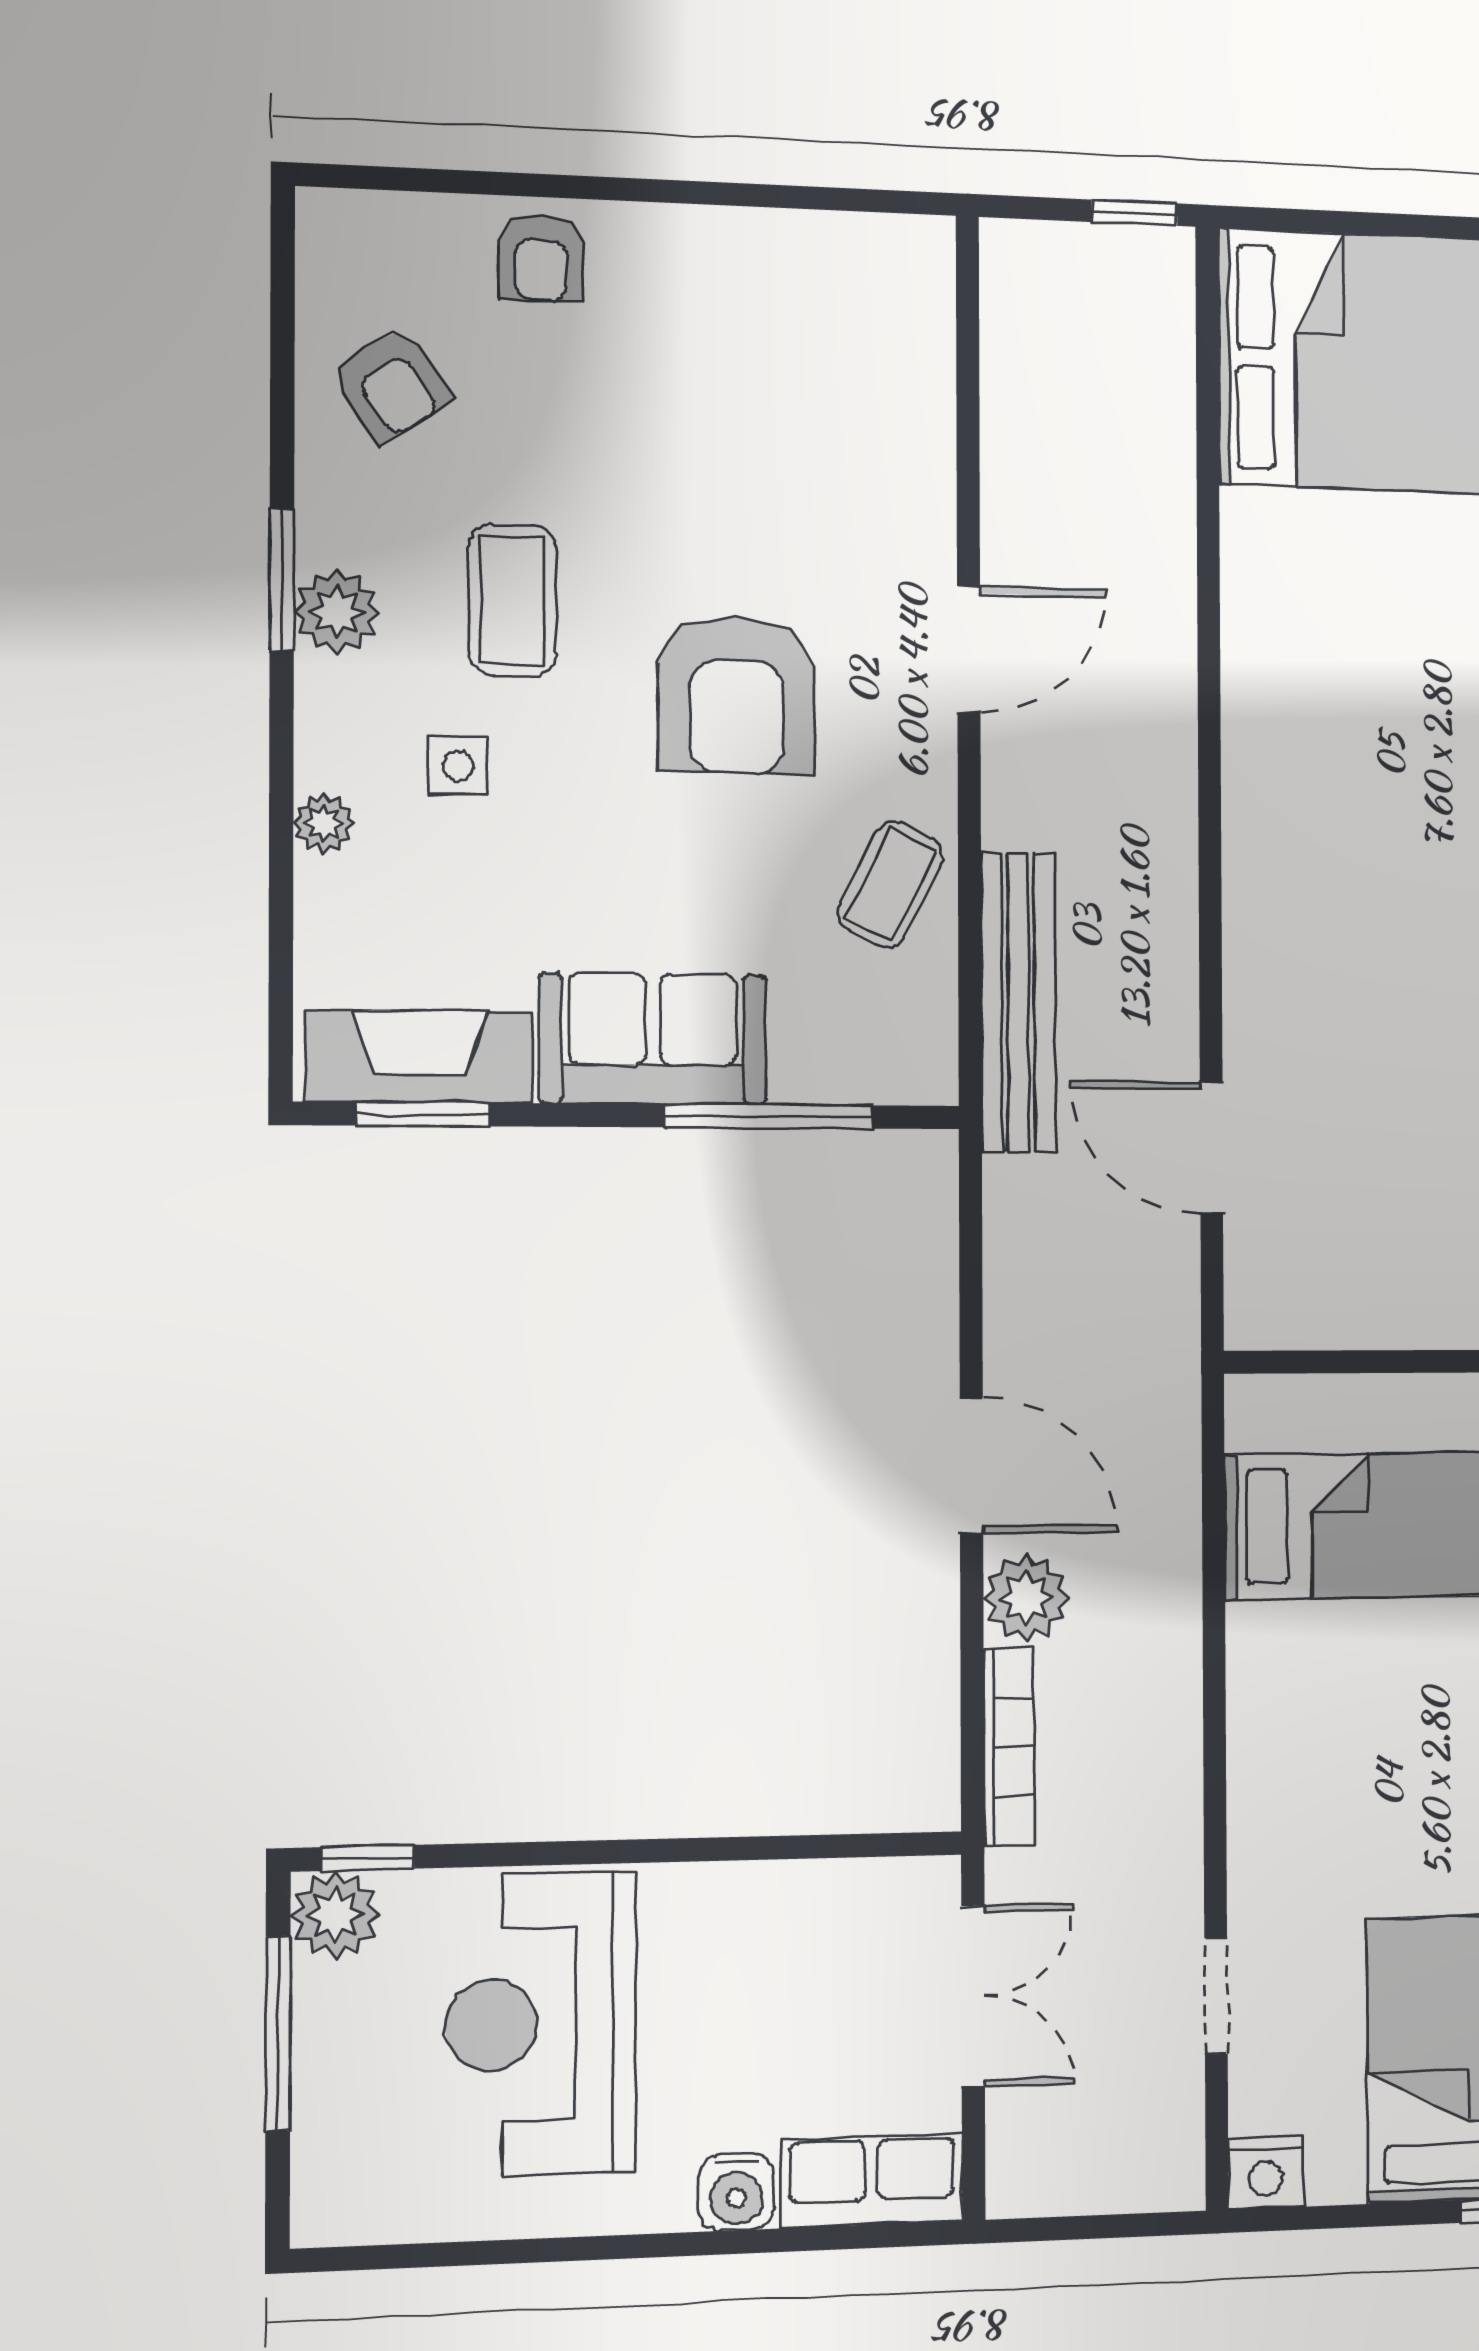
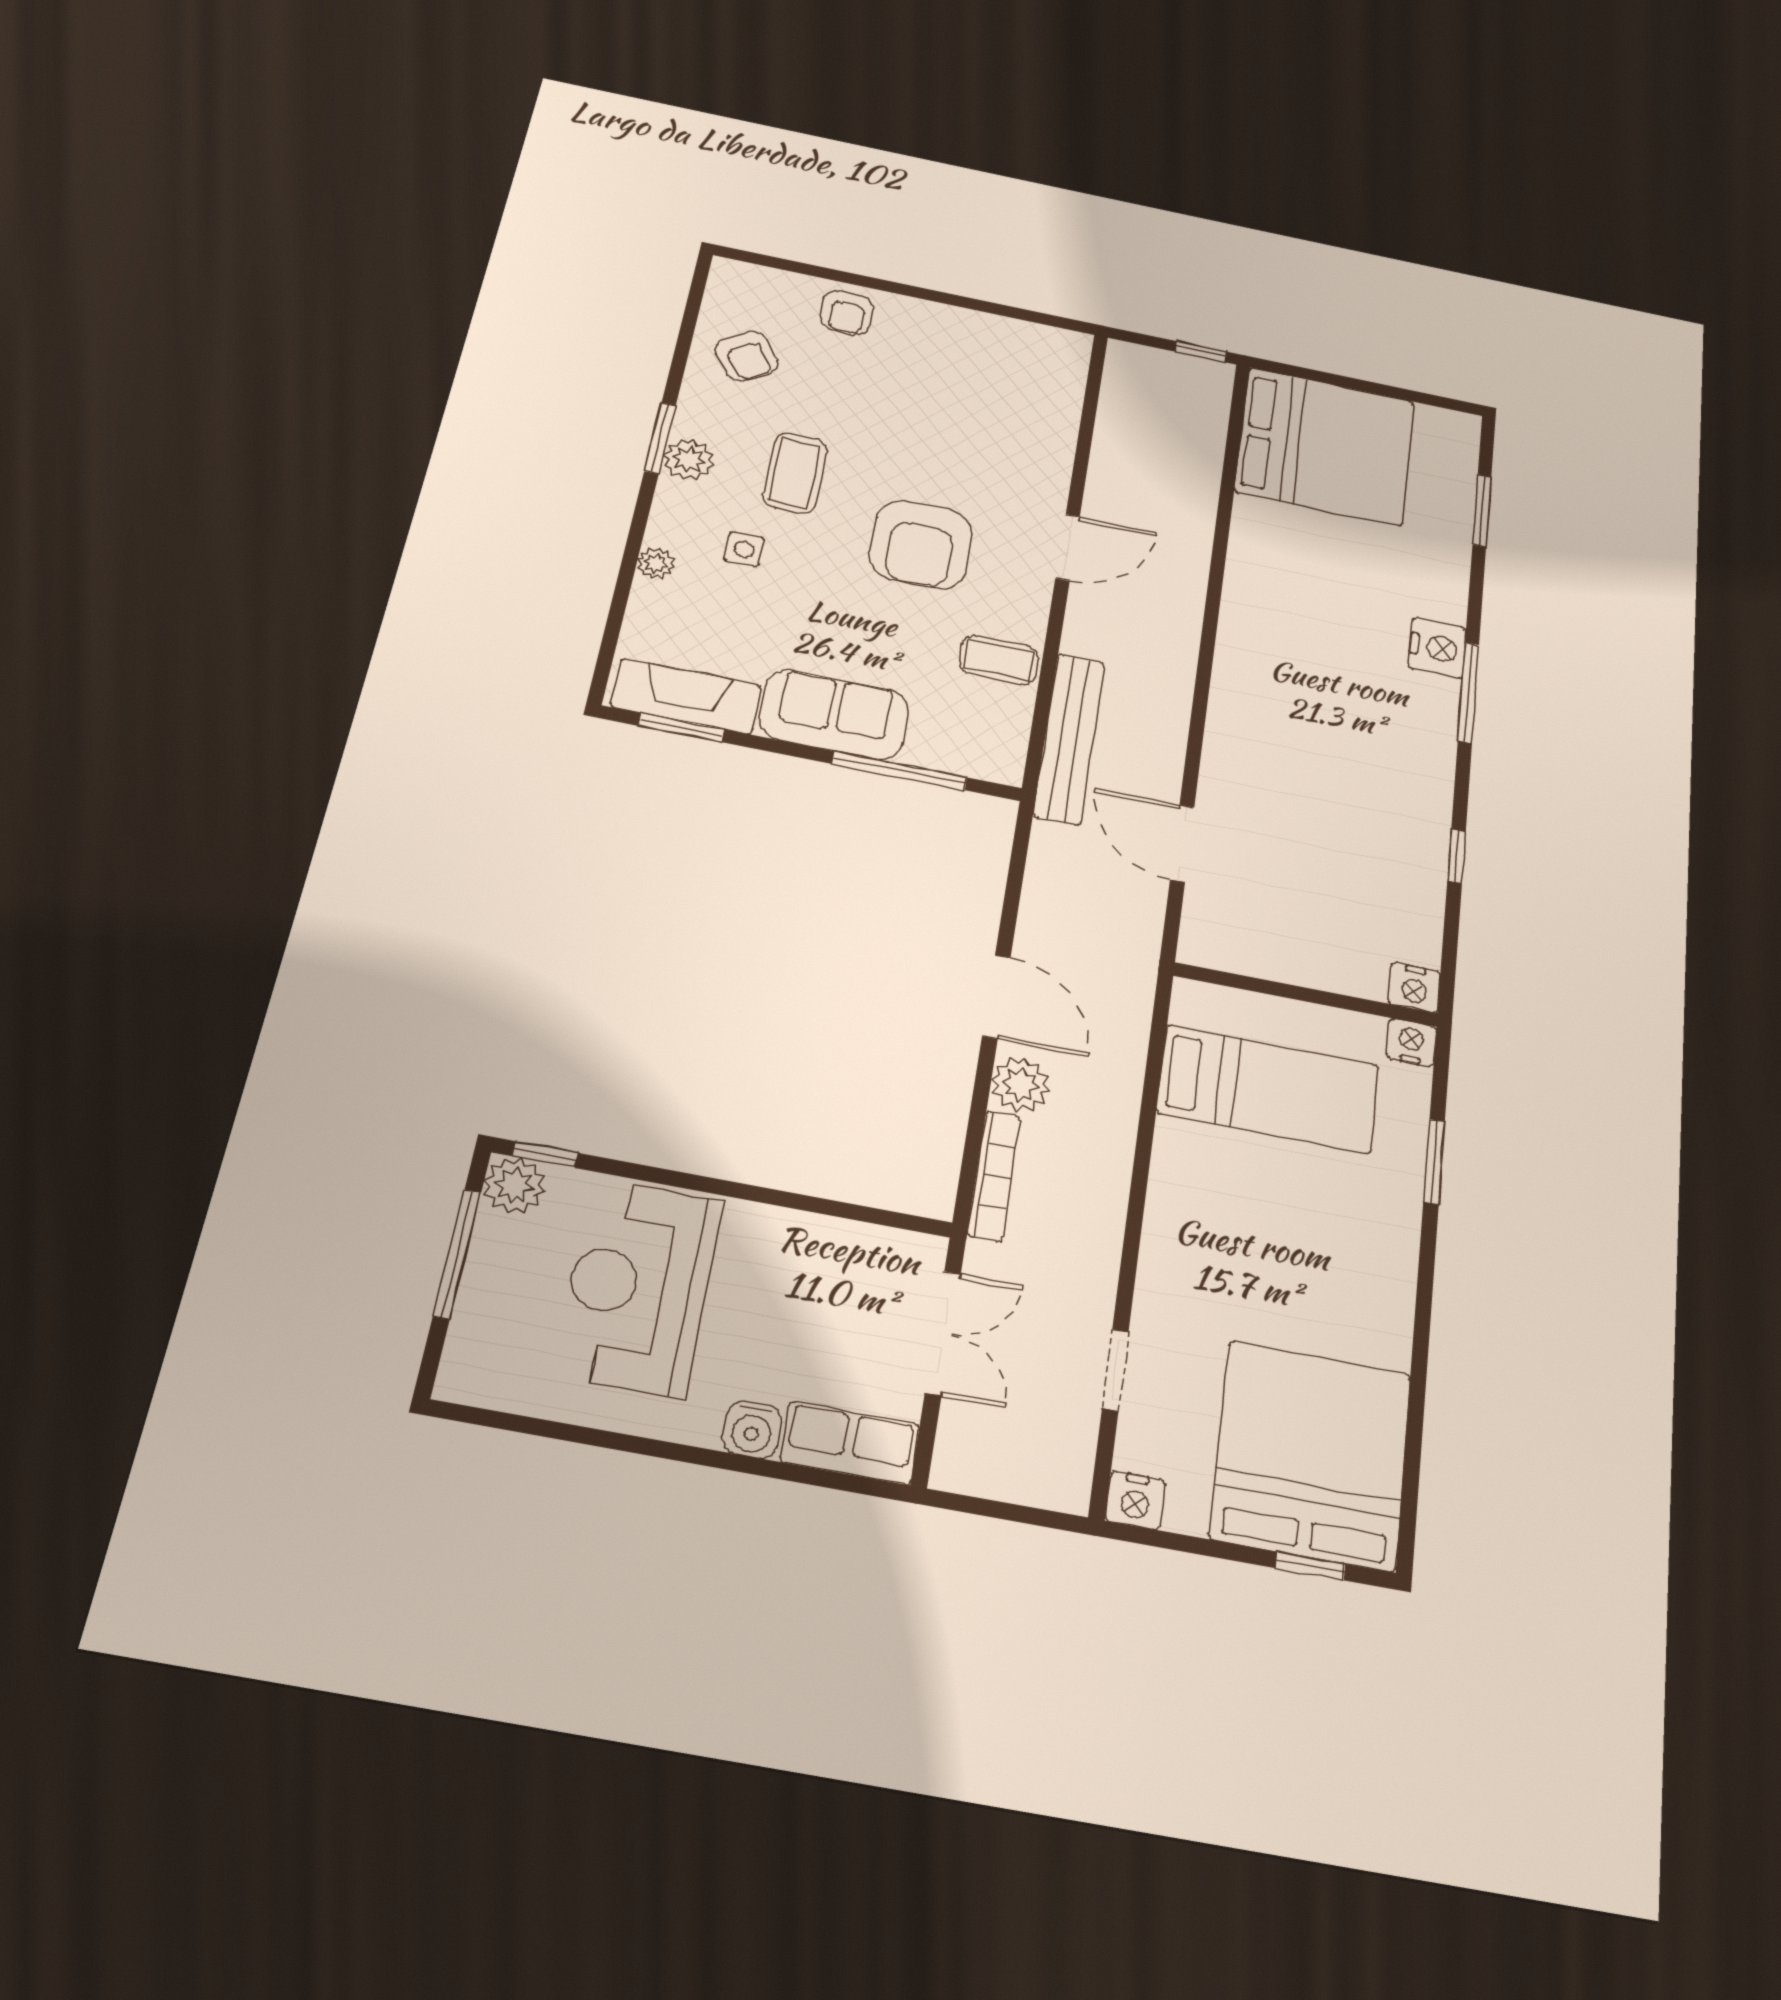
coffee table: (890, 884) -> (999, 660), turned 63

